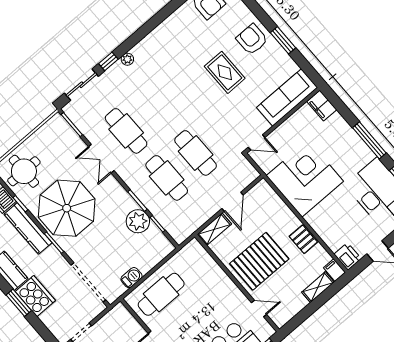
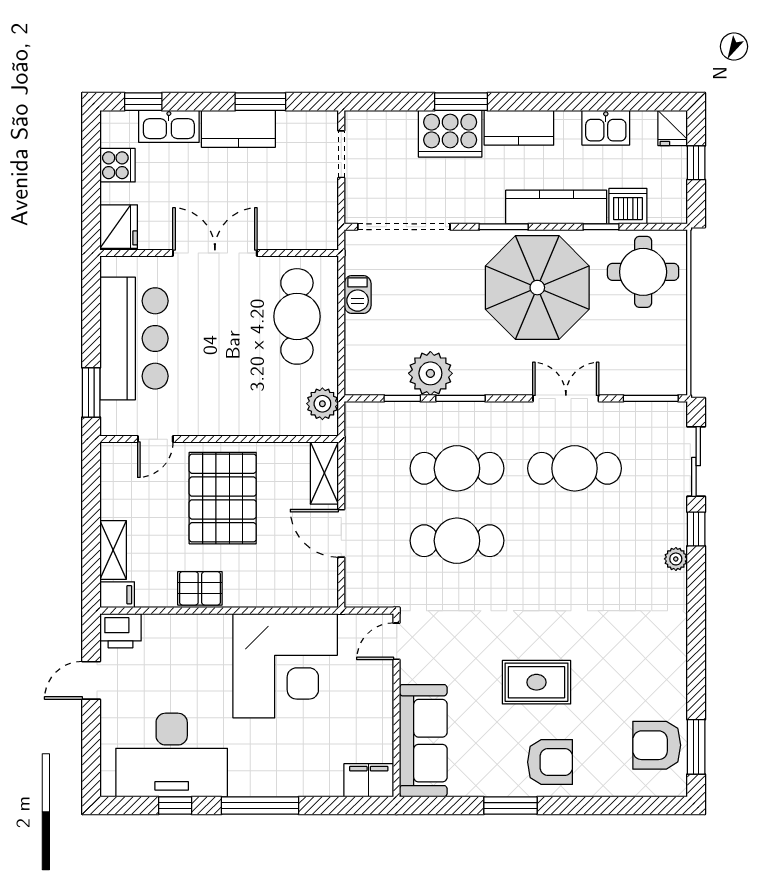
plant: (187, 254) -> (322, 404), added

